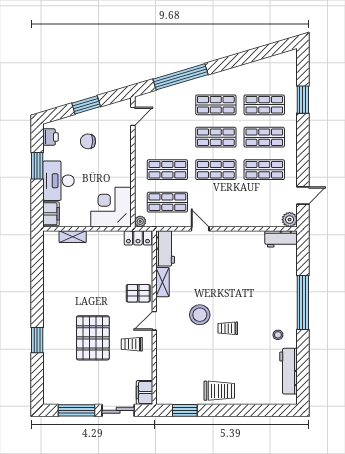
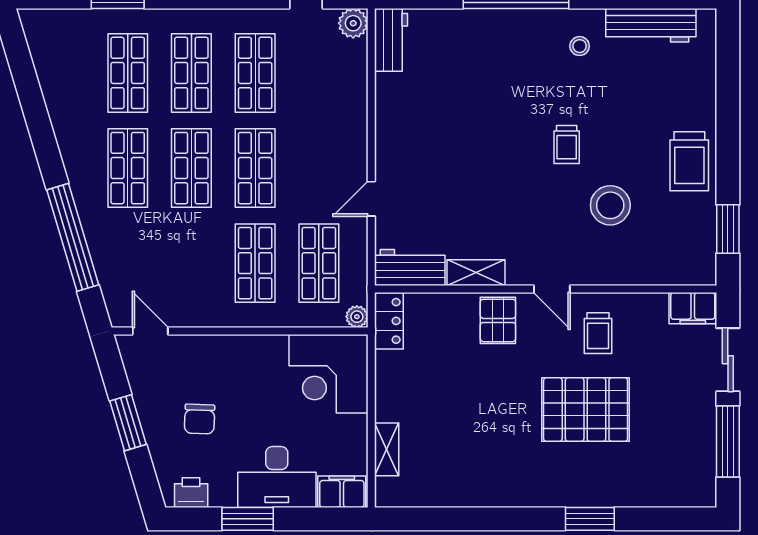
stool: (200, 315) -> (610, 205), moved
trolley: (219, 391) -> (689, 161), turned 180

